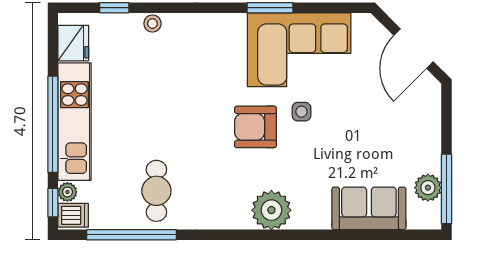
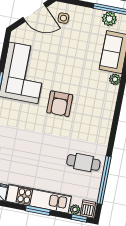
side table: (301, 112) -> (63, 18), moved
window: (53, 124) -> (38, 210), width x0.47
plant: (271, 210) -> (115, 79), moved, width x0.53, depth x0.53

